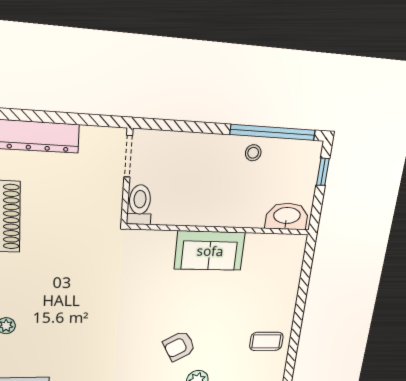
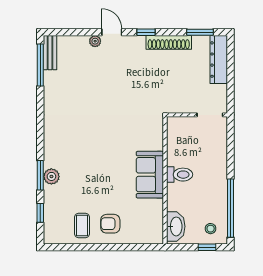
stool: (253, 153) -> (211, 229), moved
toilet: (140, 205) -> (180, 175), moved
armchair: (179, 346) -> (110, 224), moved, turned -61

